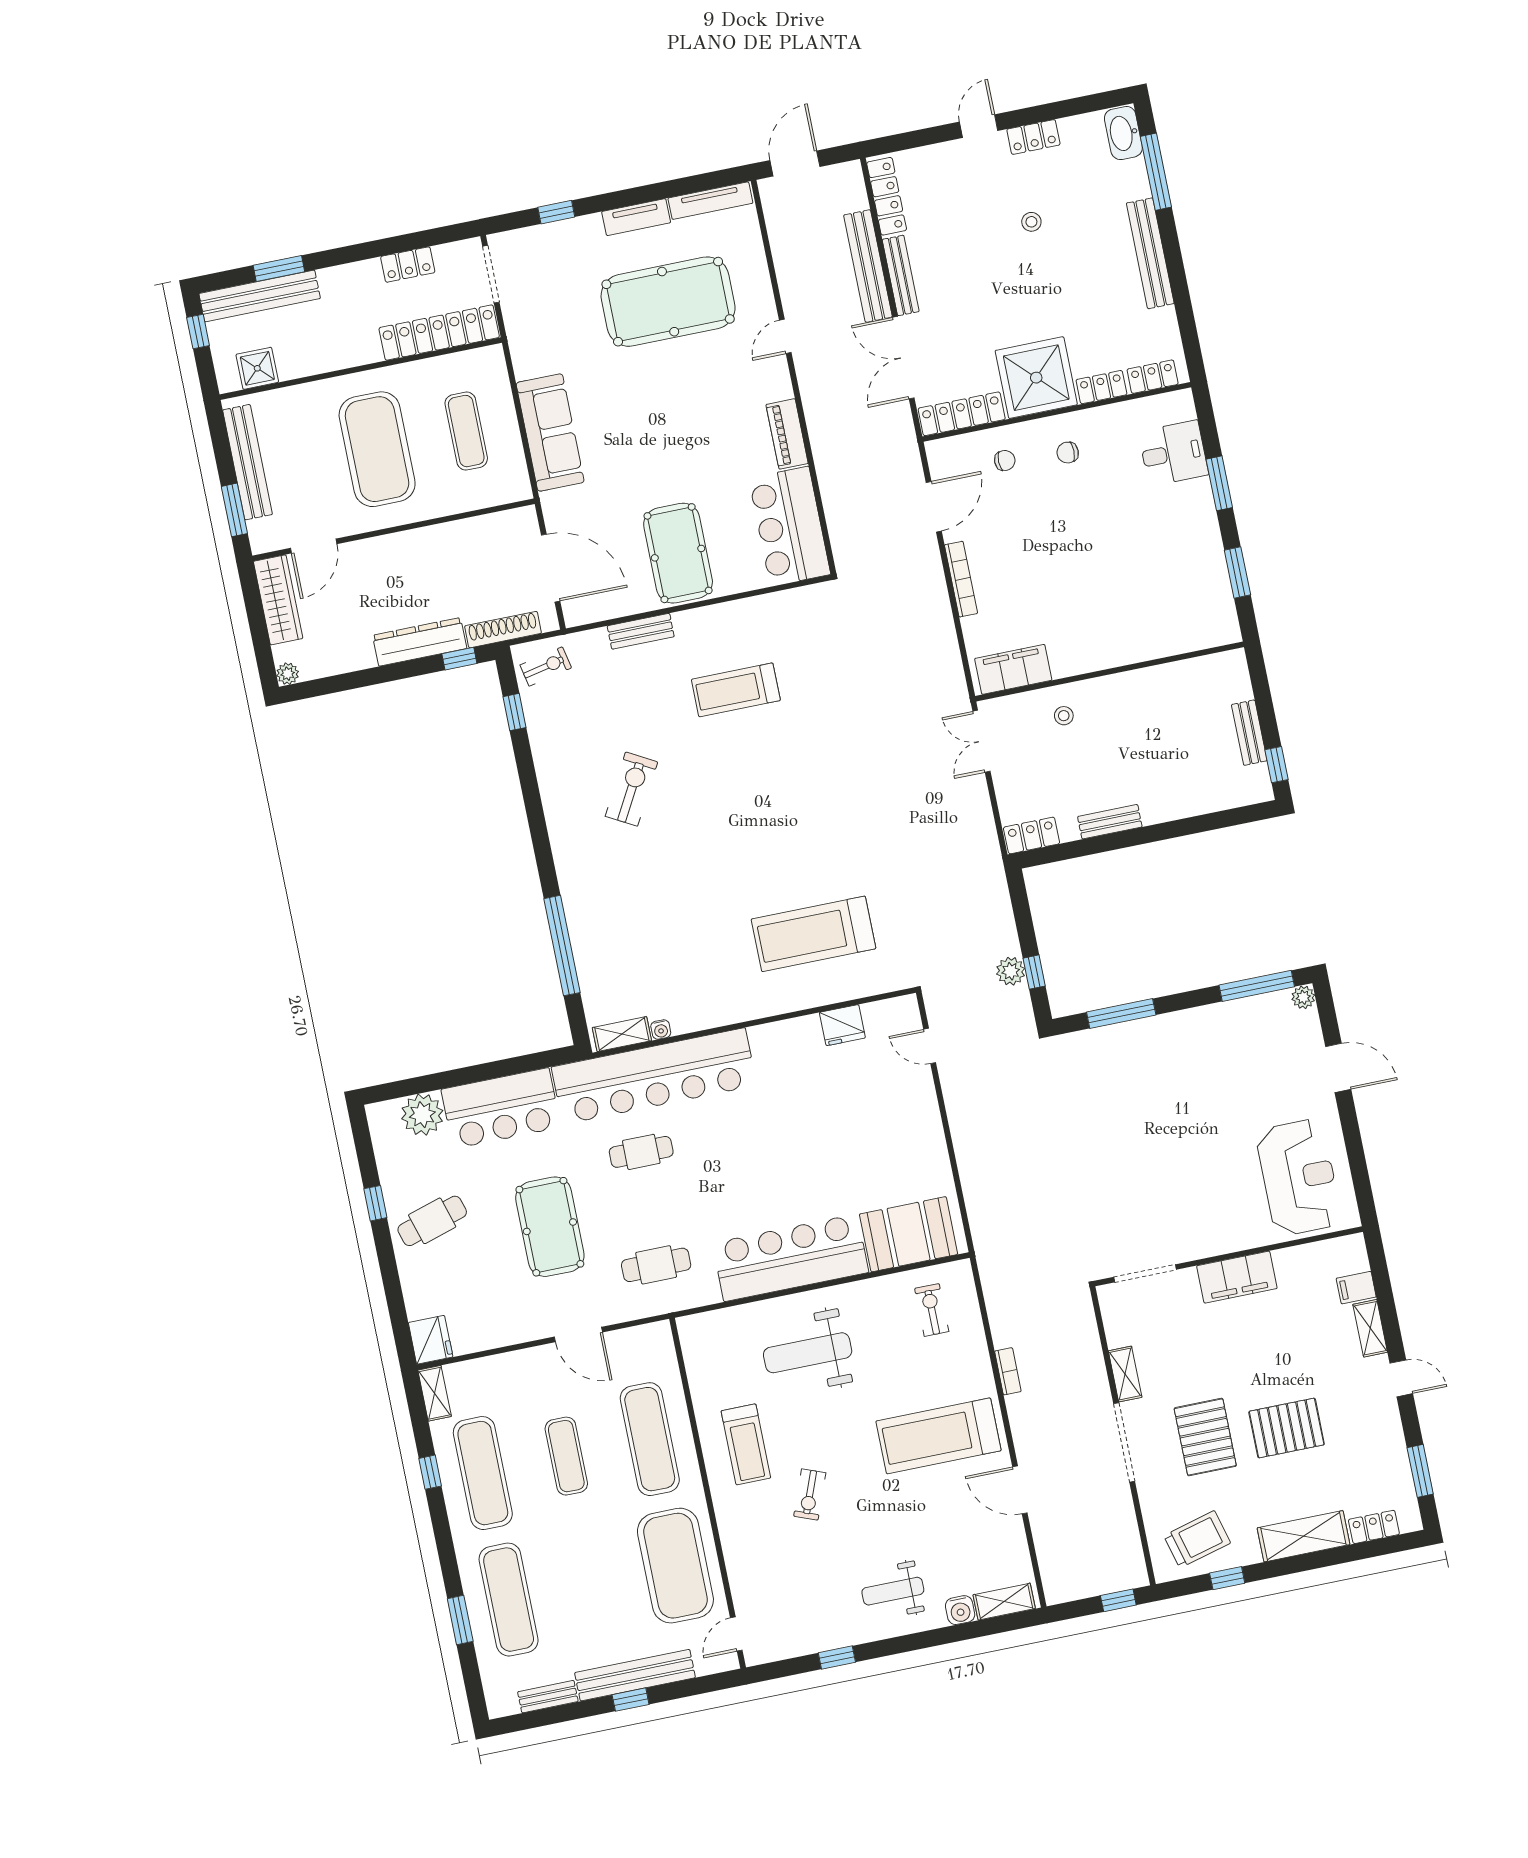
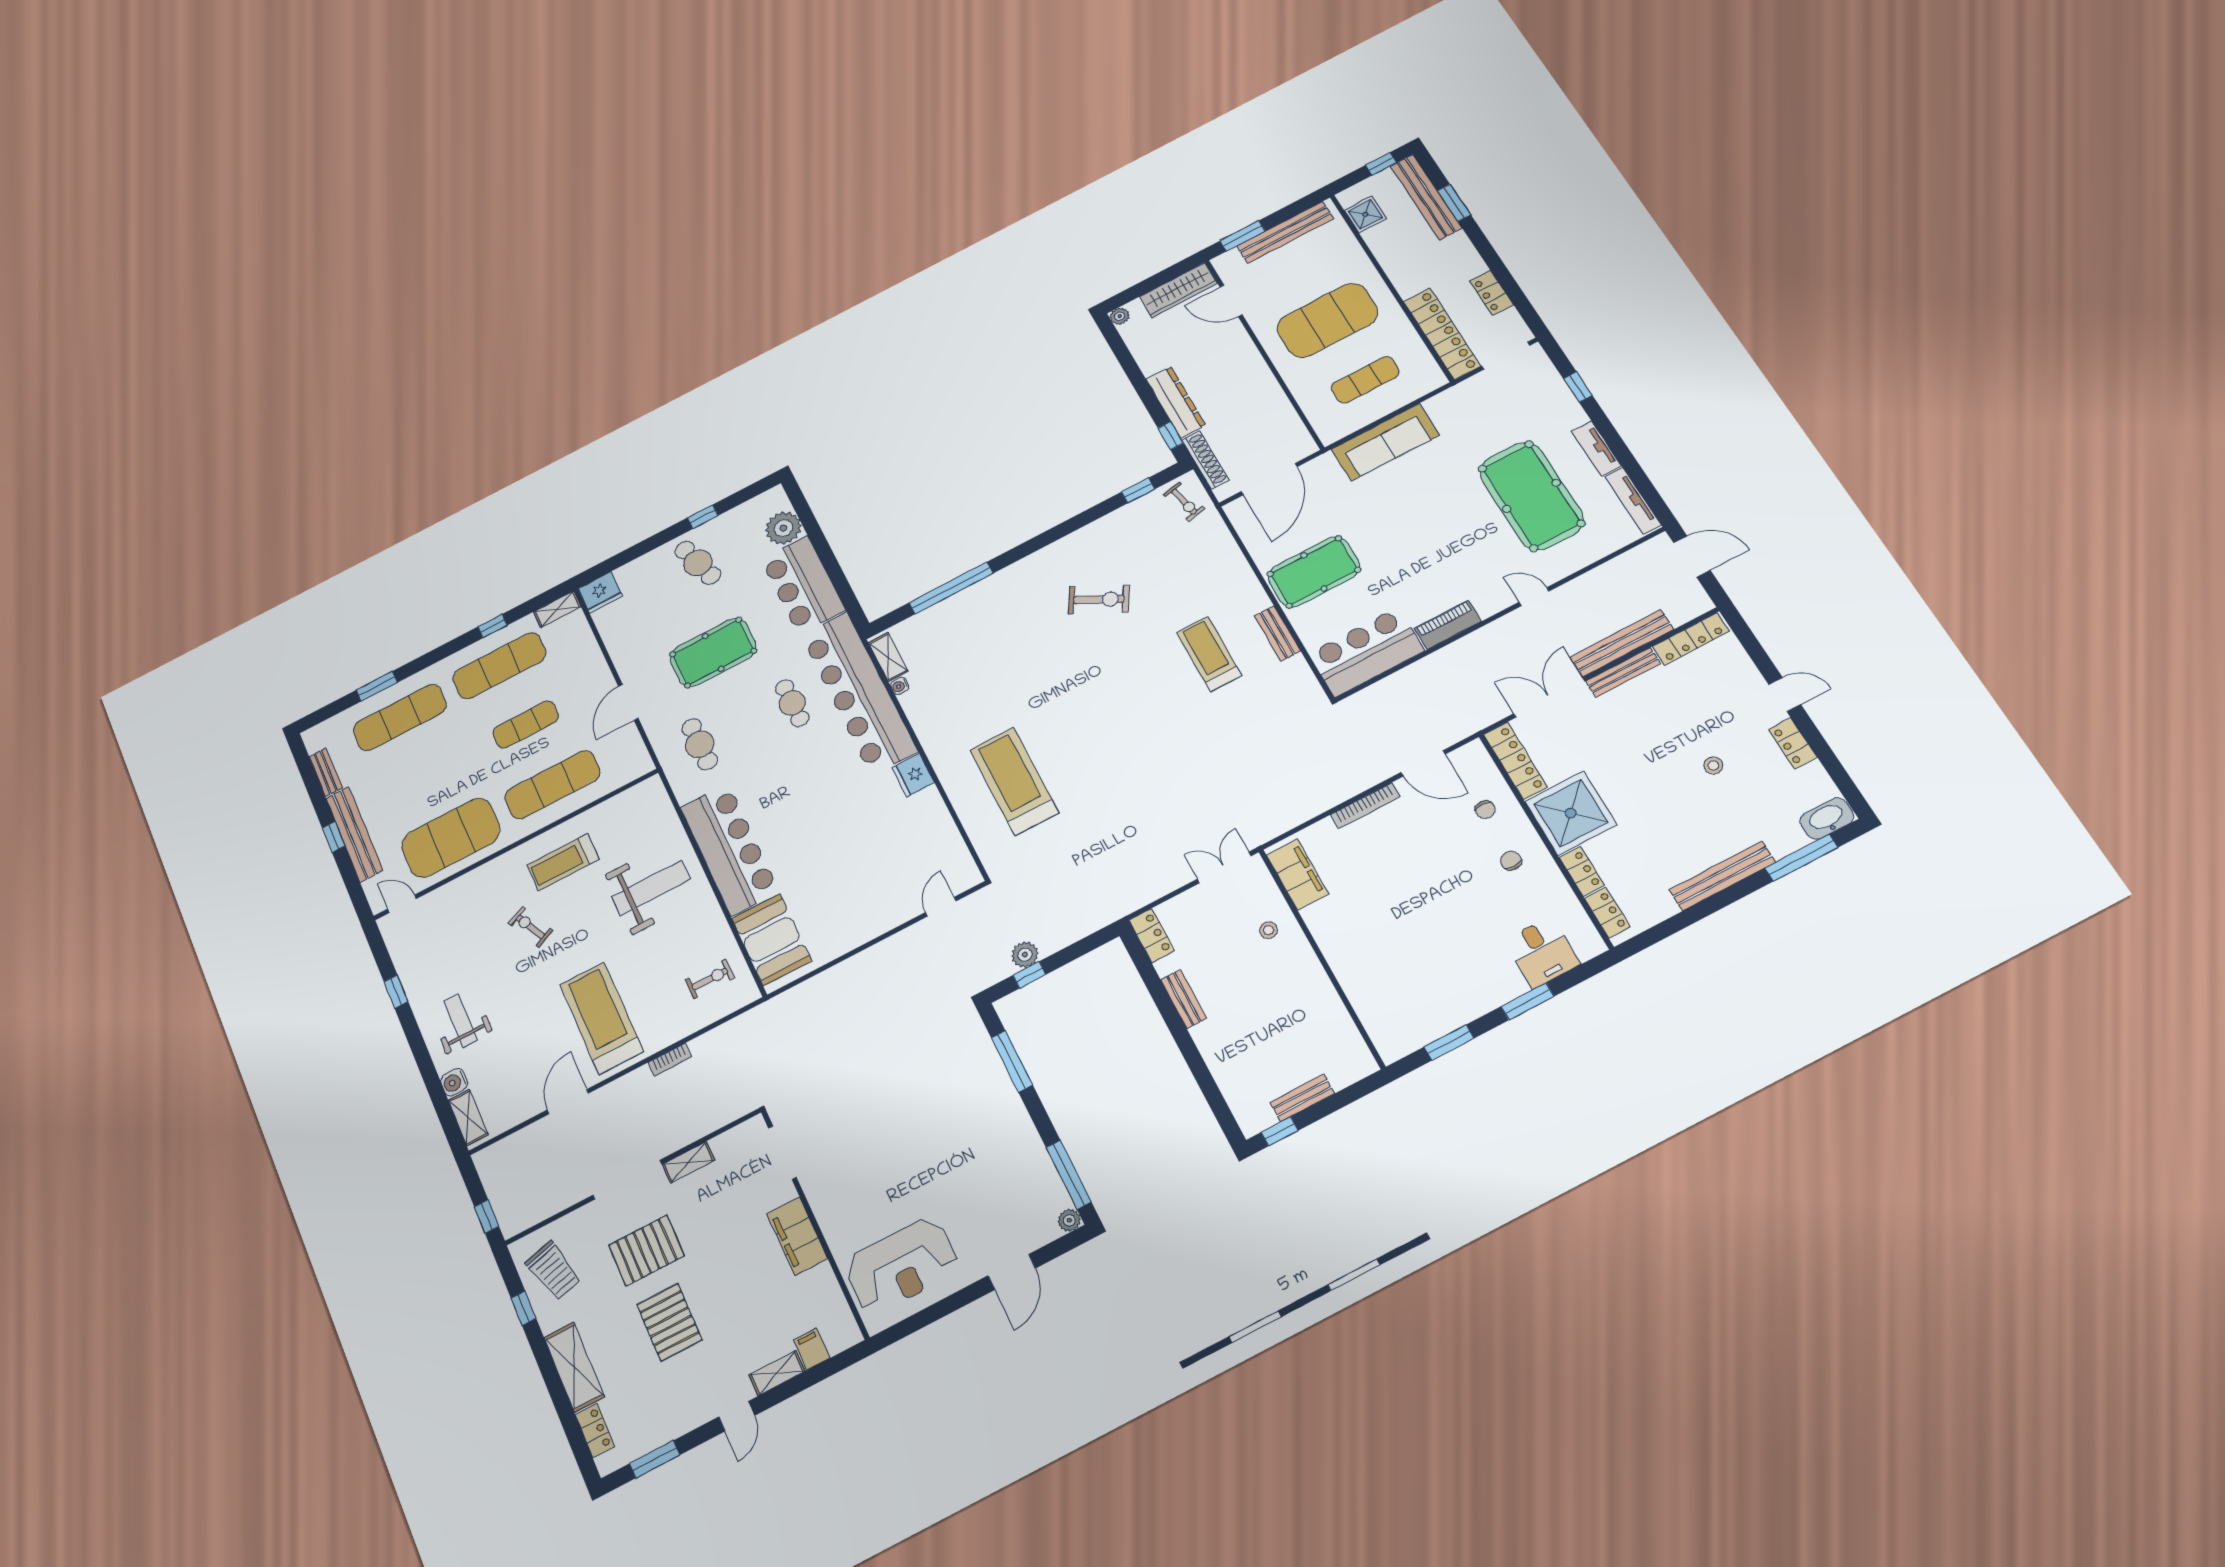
bench: (641, 631) -> (1278, 633), moved
fridge: (842, 1025) -> (913, 775), moved
weight bench: (808, 1353) -> (651, 888), turned 90
exercise bike: (810, 1495) -> (530, 927), turned 44

